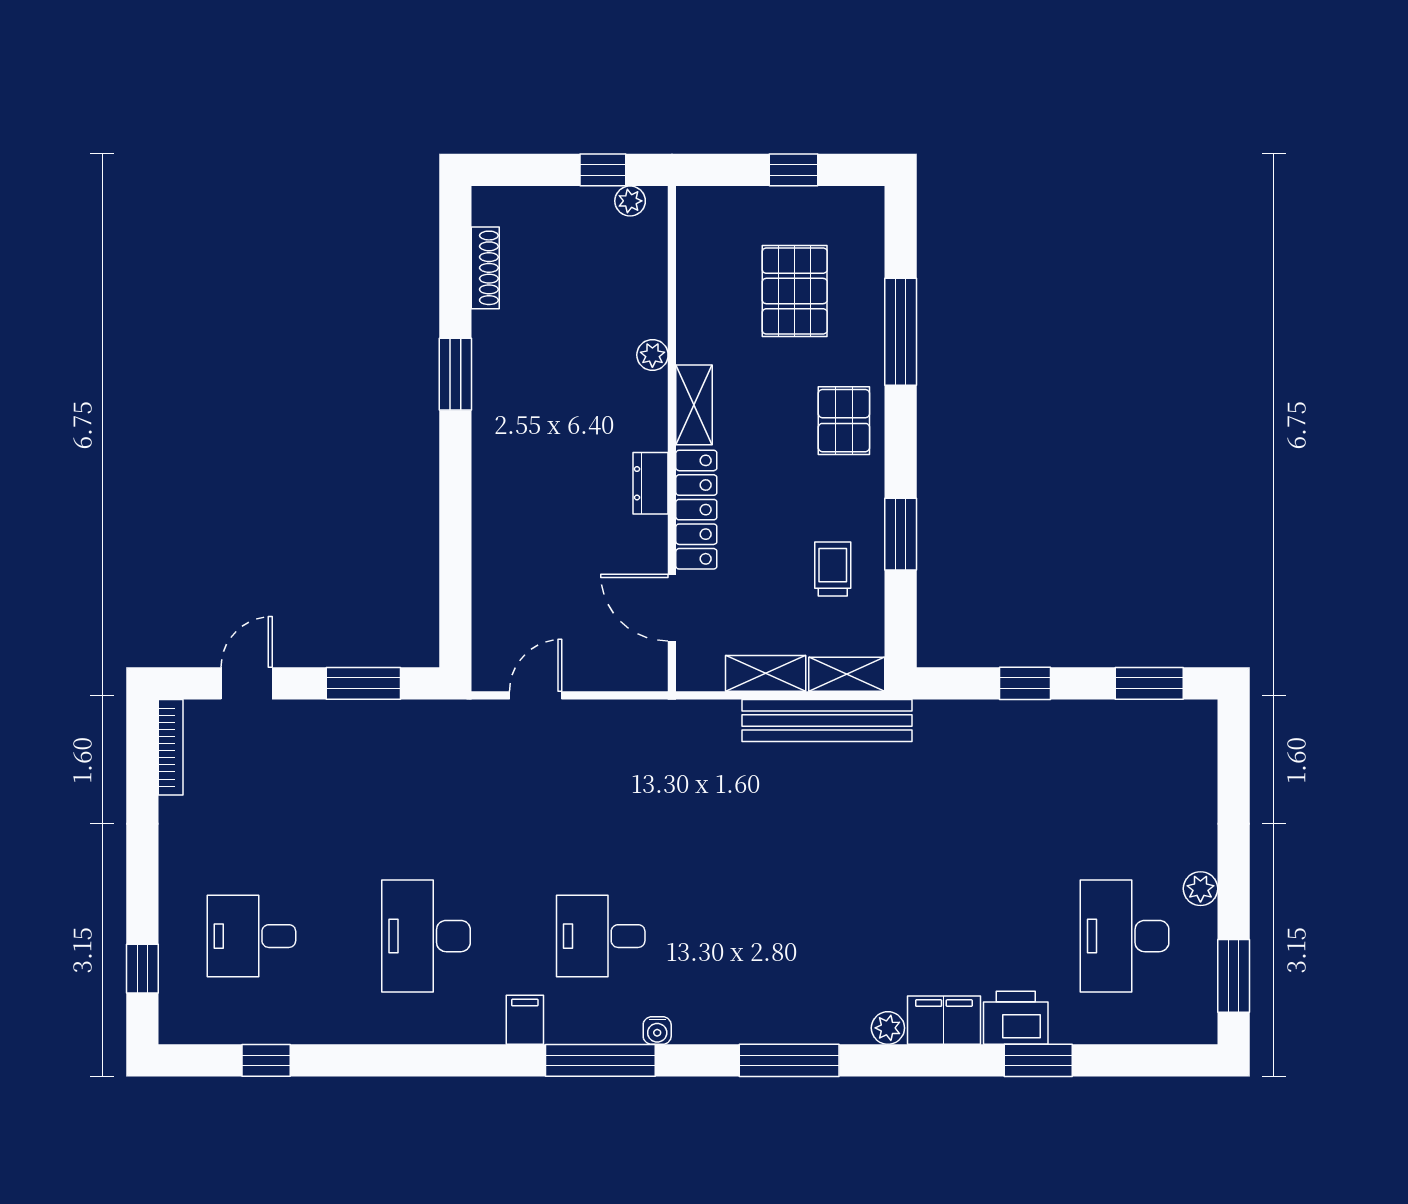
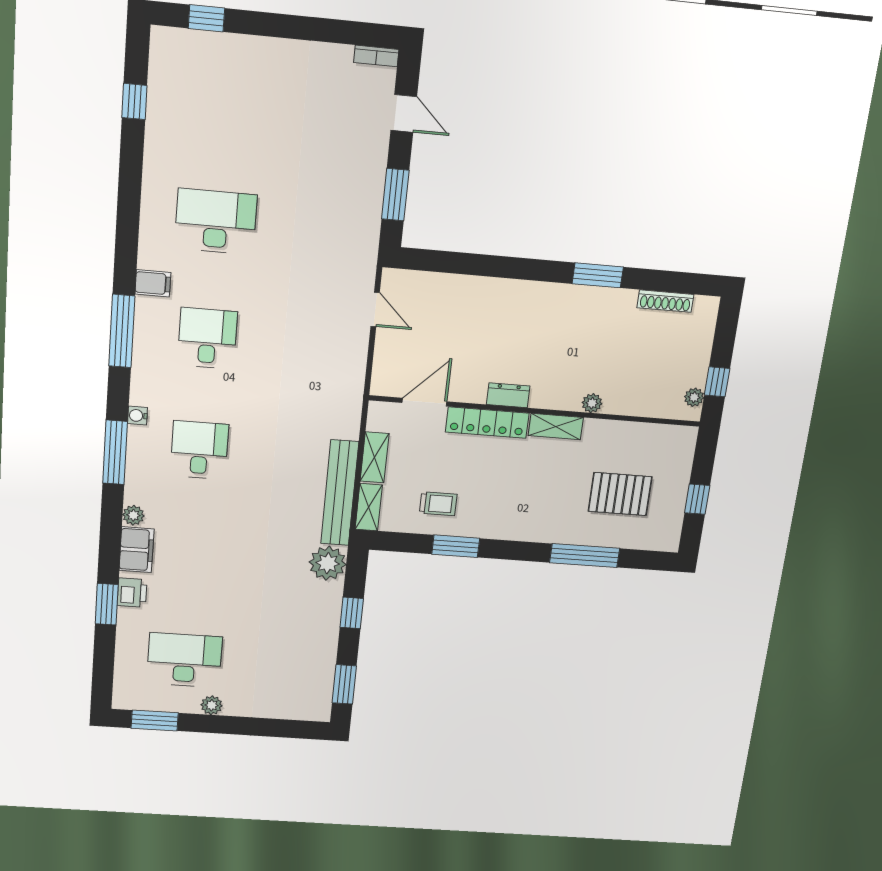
pallet: (844, 421) -> (533, 518), removed
plant: (944, 728) -> (328, 563), added
bookcase: (171, 747) -> (376, 56), width x0.64
desk: (251, 936) -> (199, 450), moved
printer: (1016, 1018) -> (132, 593), width x0.73, depth x0.81
water cooler: (657, 1031) -> (138, 416), moved

